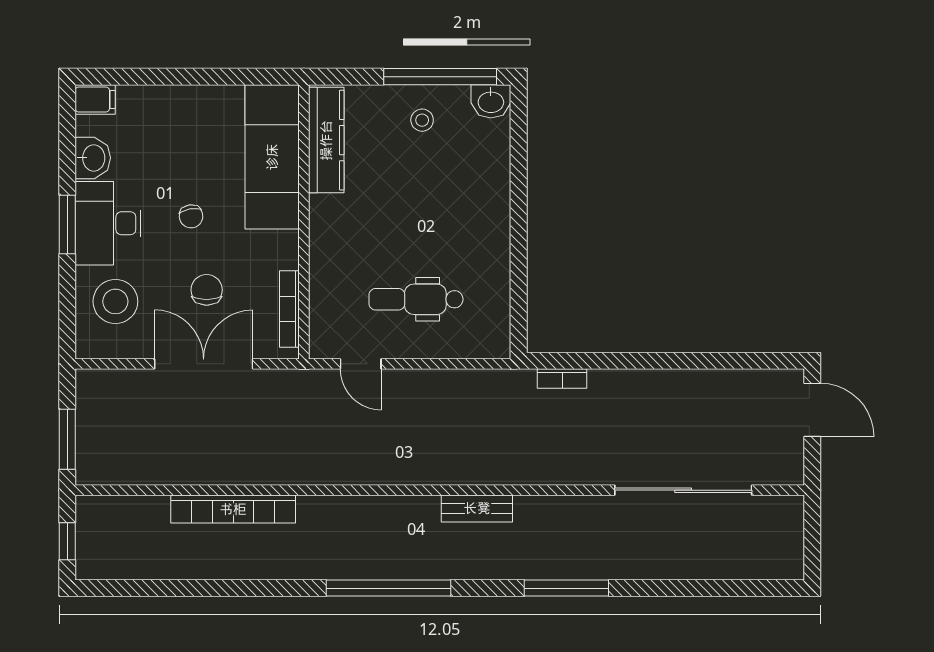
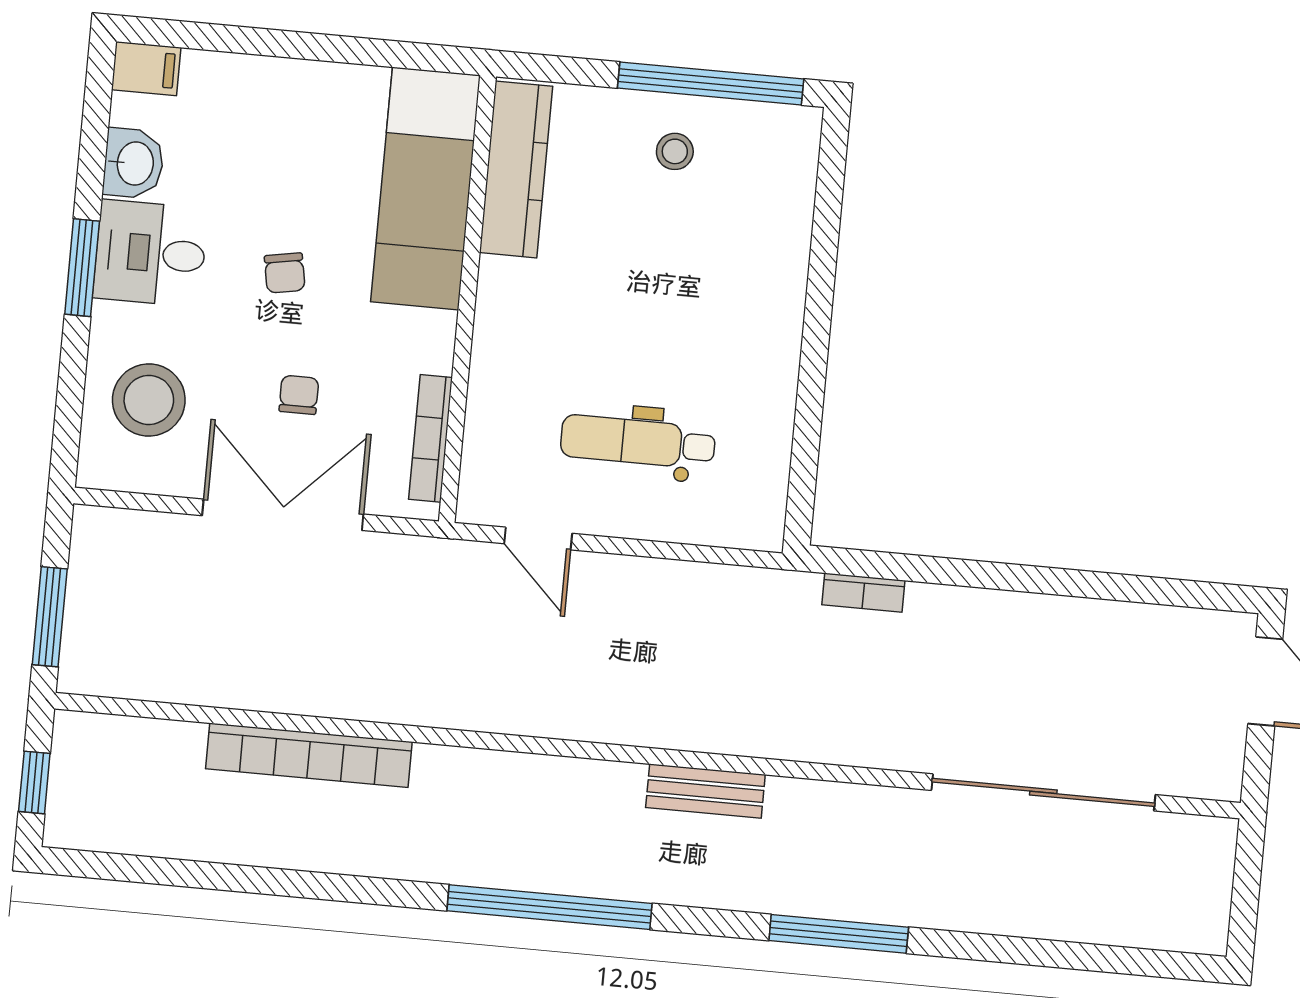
washbasin: (491, 101) -> (790, 131), removed
desk: (108, 223) -> (150, 253), width x0.73
chair: (207, 290) -> (299, 395), width x0.73, depth x0.73

